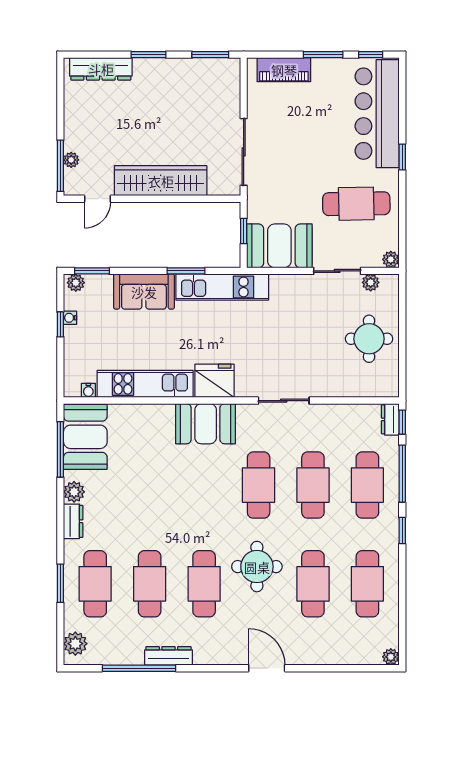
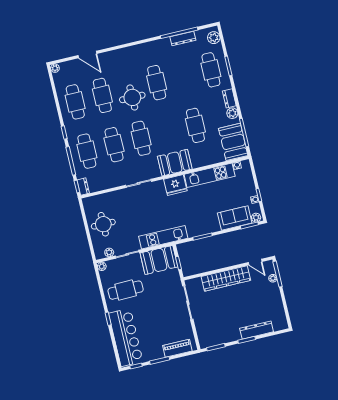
dresser: (101, 69) -> (257, 330), moved
door: (97, 199) -> (255, 262), swing flipped
kitchen unit: (222, 287) -> (163, 237), moved
sofa: (144, 292) -> (235, 218), moved
cafe table: (150, 584) -> (195, 125), moved
dresser: (169, 656) -> (183, 39), moved
door: (267, 668) -> (87, 55), moved

